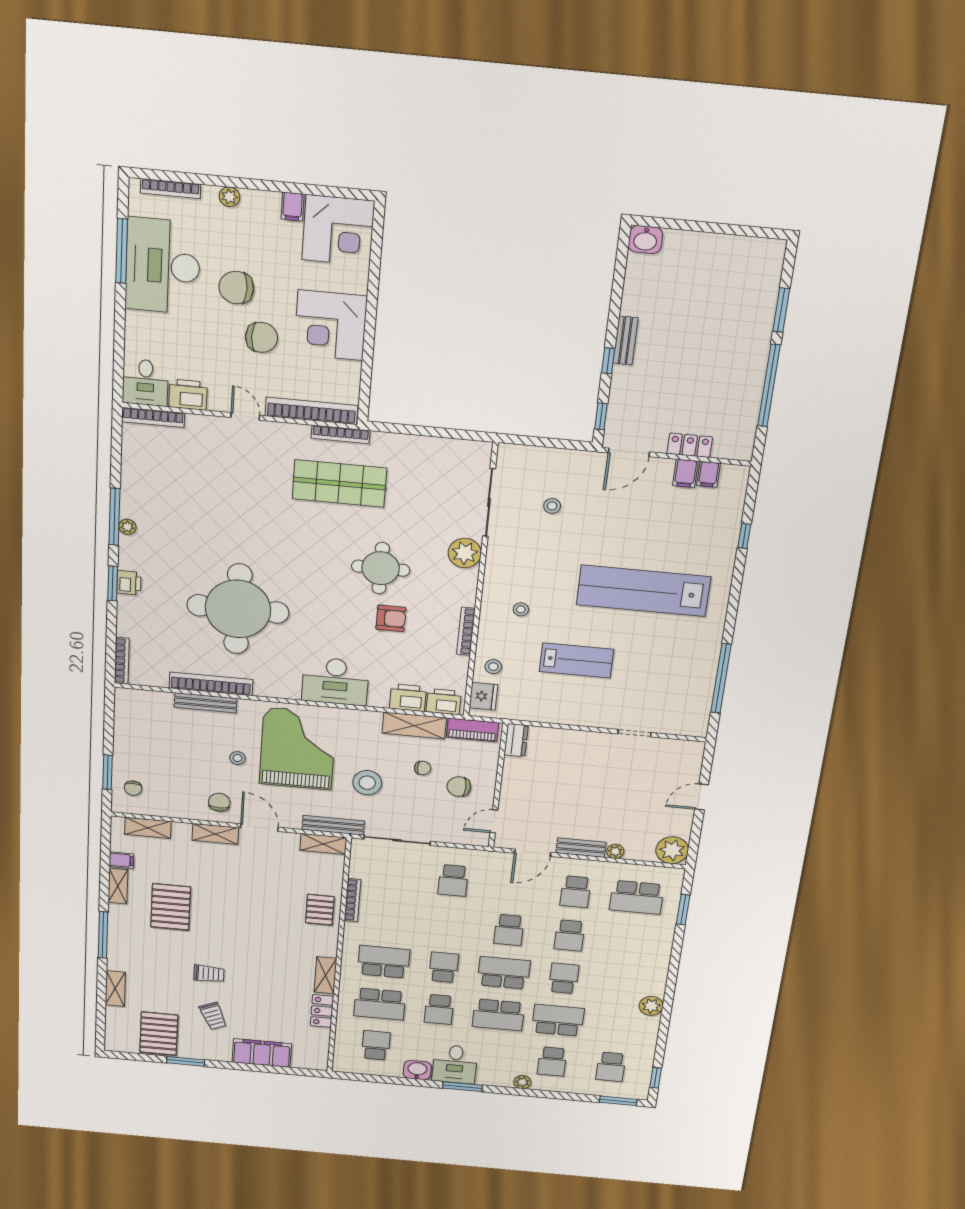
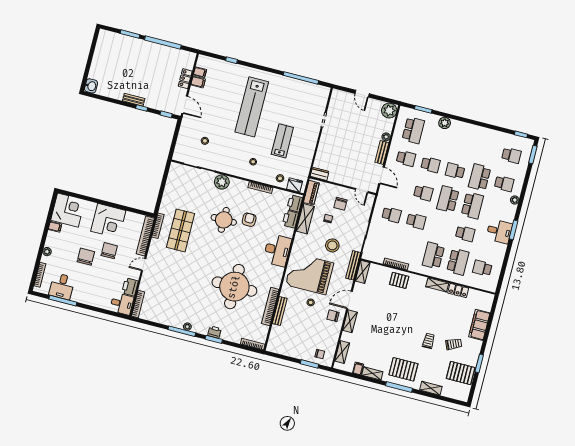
desk: (163, 266) -> (62, 286), width x0.53, depth x0.77
chair: (236, 288) -> (86, 257), turned 180
pallet: (171, 907) -> (403, 369), moved
school desk: (444, 967) -> (416, 221), moved, turned 180
plant: (651, 1006) -> (445, 123), moved
washbasin: (417, 1070) -> (500, 250), removed

